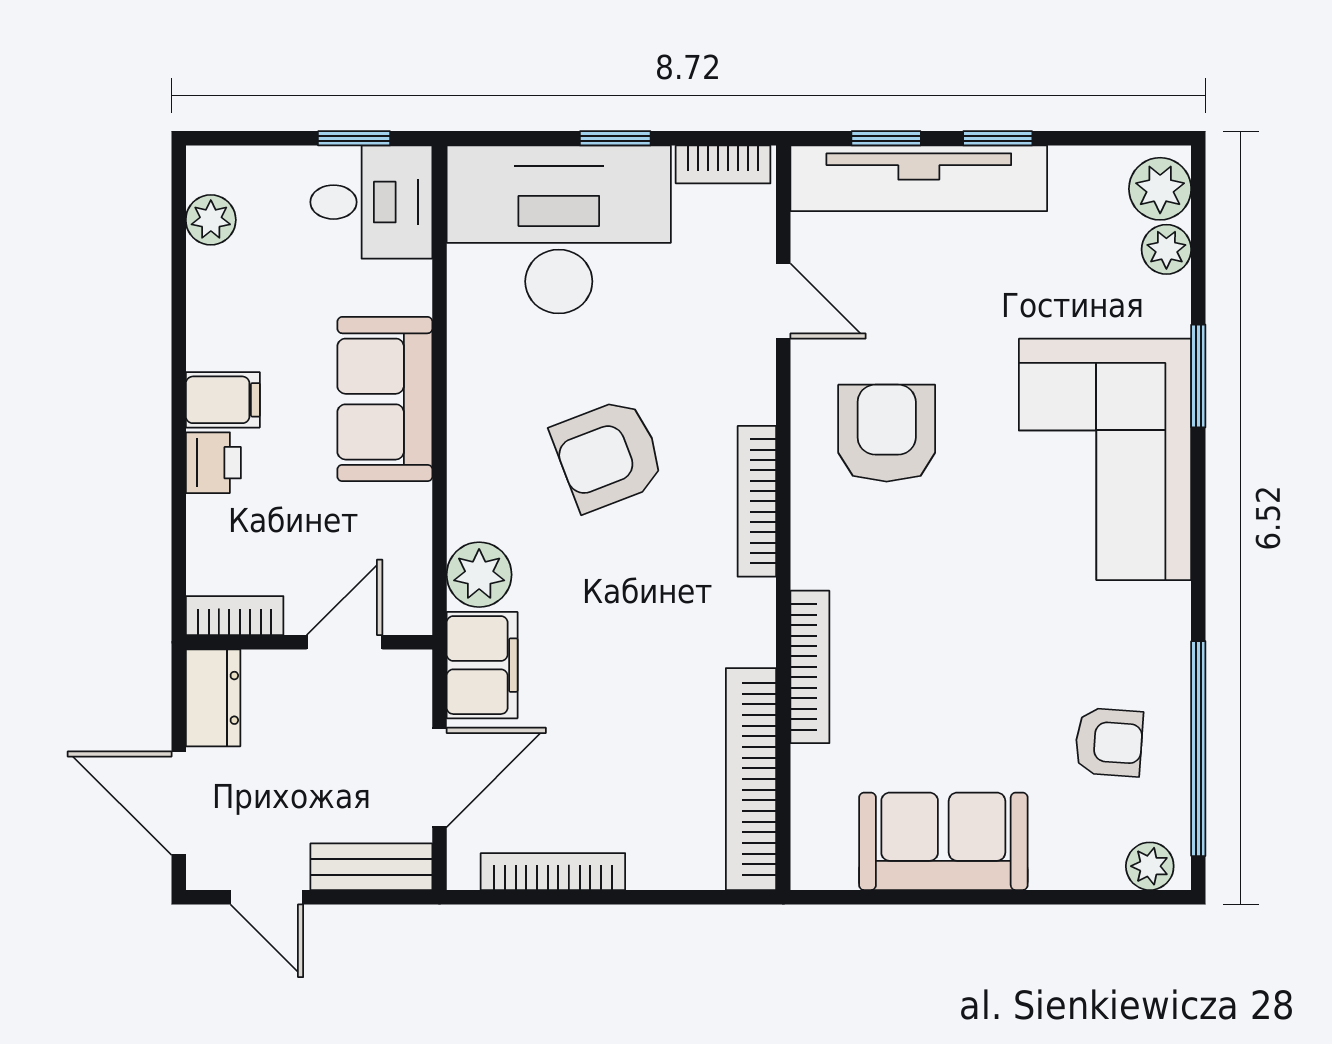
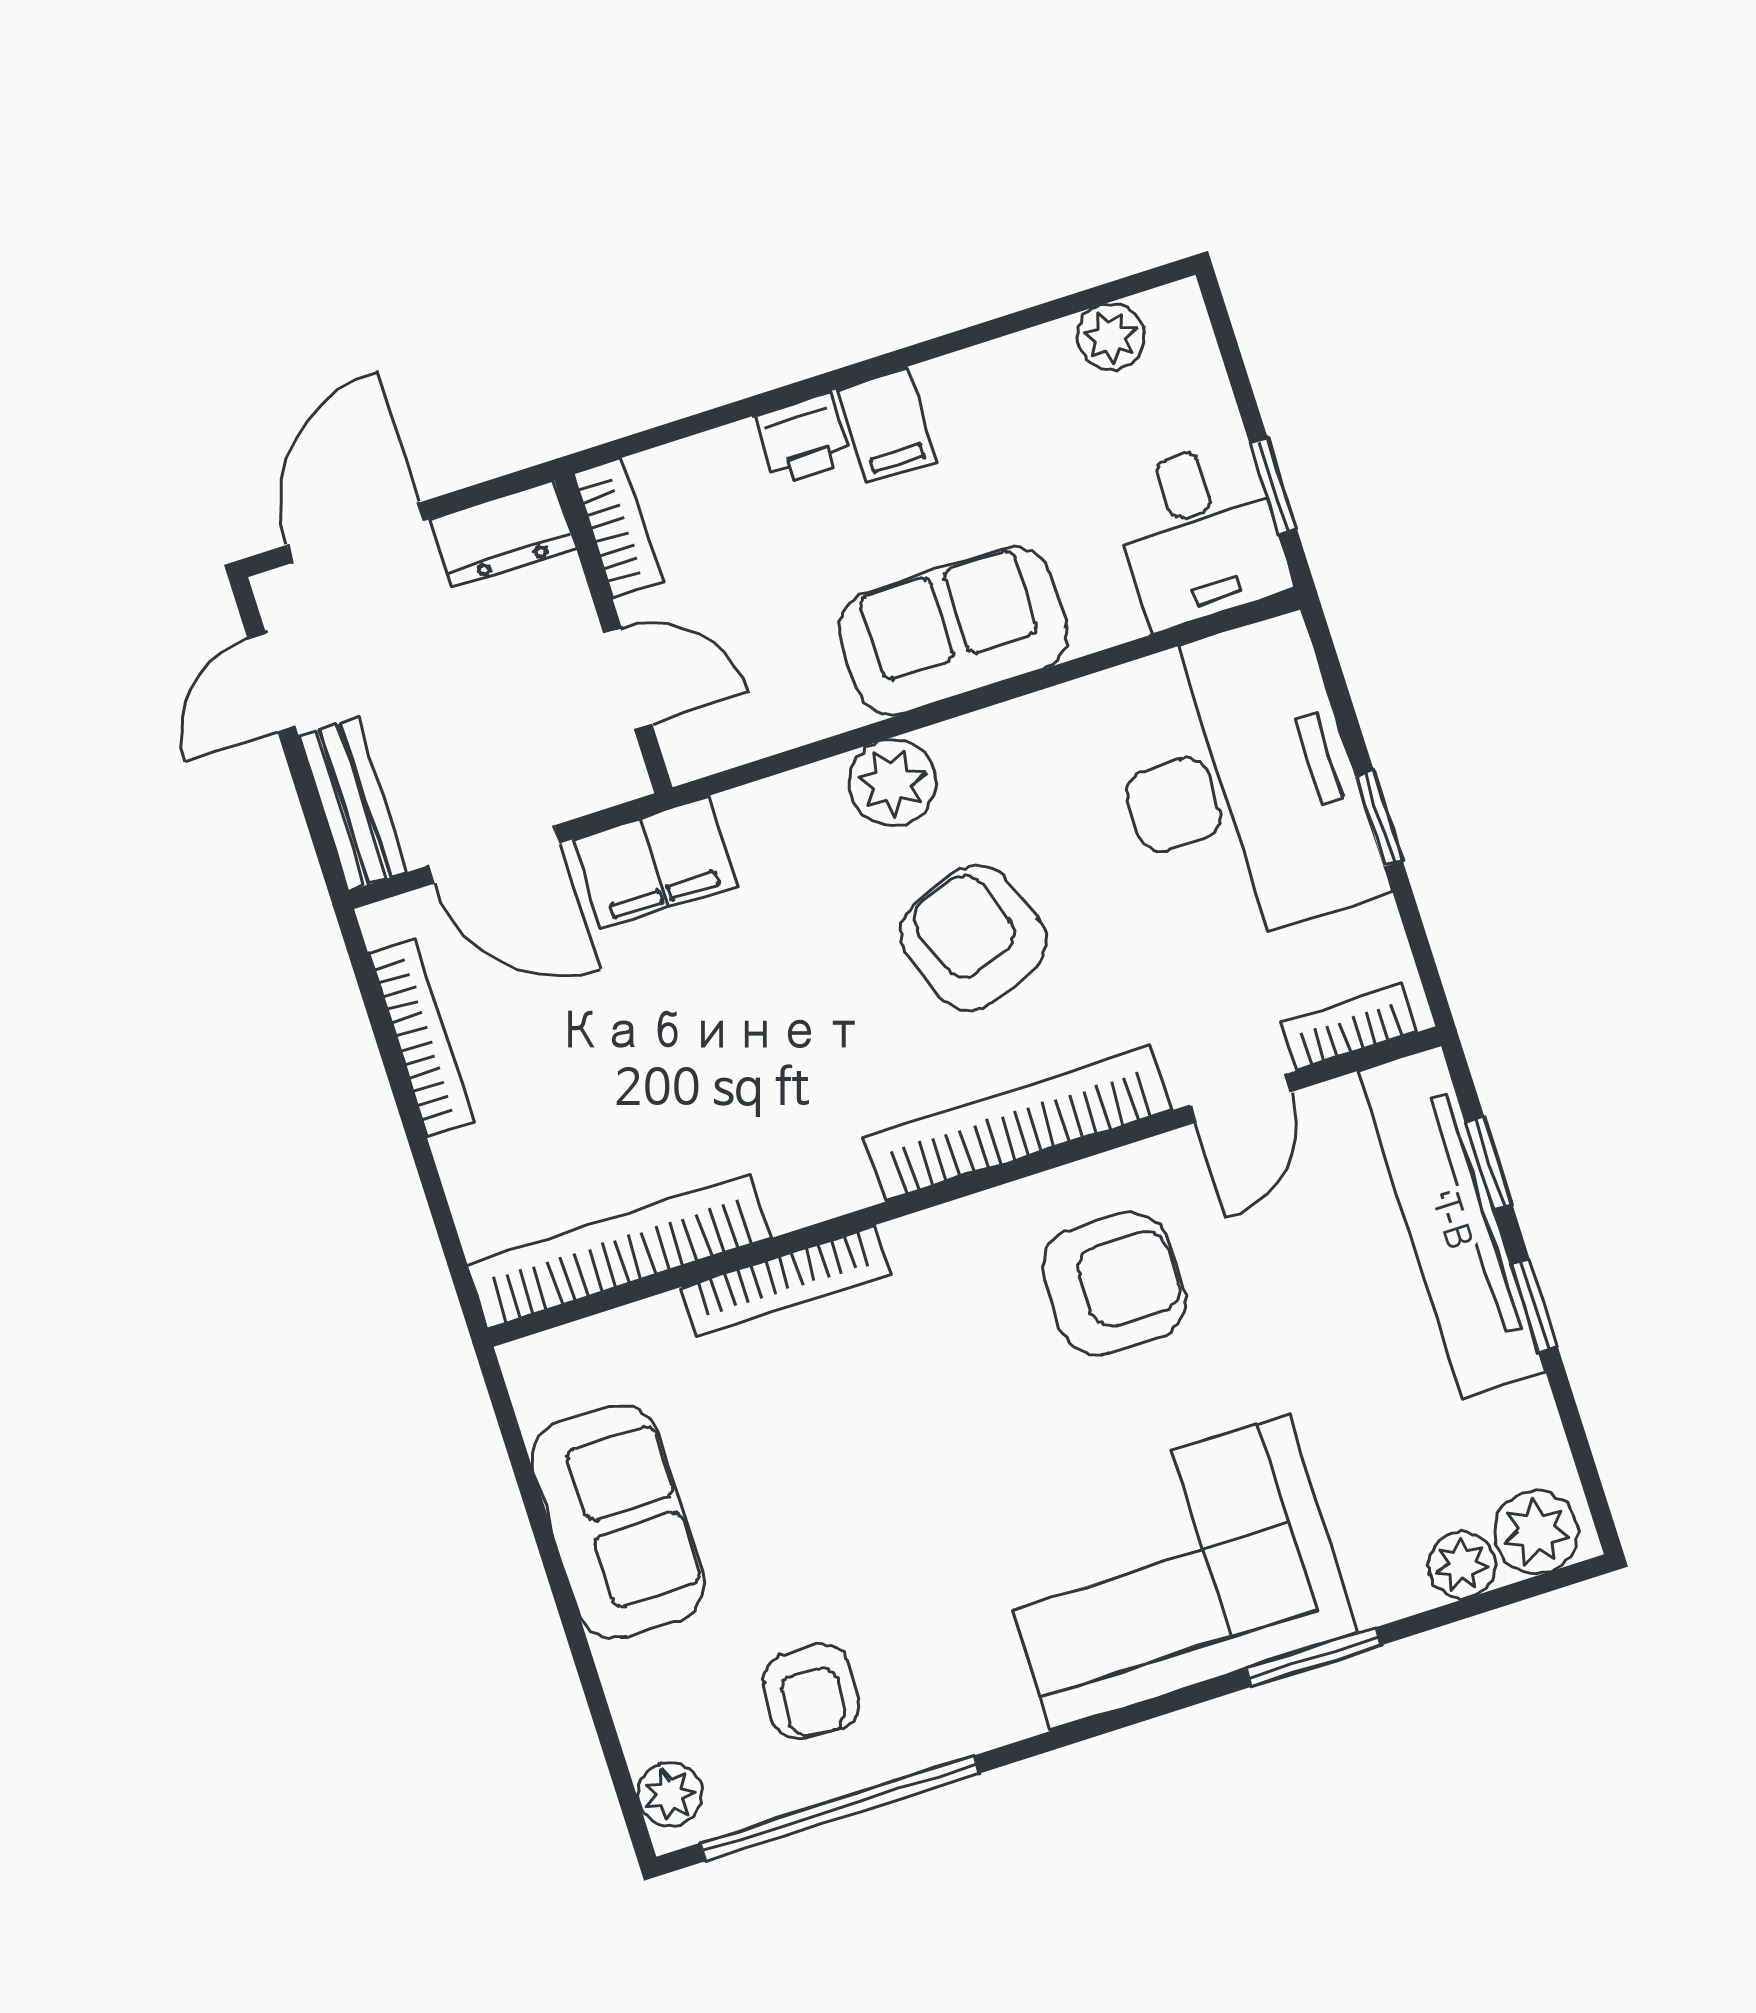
bookcase: (723, 164) -> (1349, 1027), moved, turned 90
bookcase: (757, 501) -> (1018, 1124), width x1.48, depth x1.31
plant: (479, 575) -> (892, 783), moved

